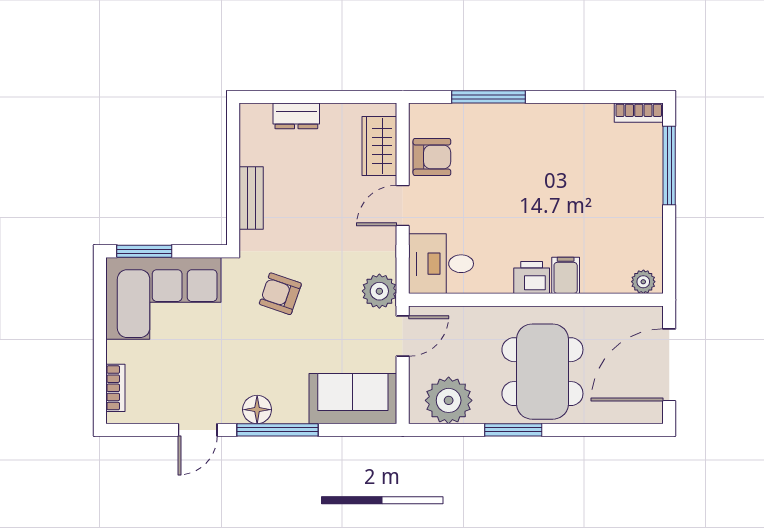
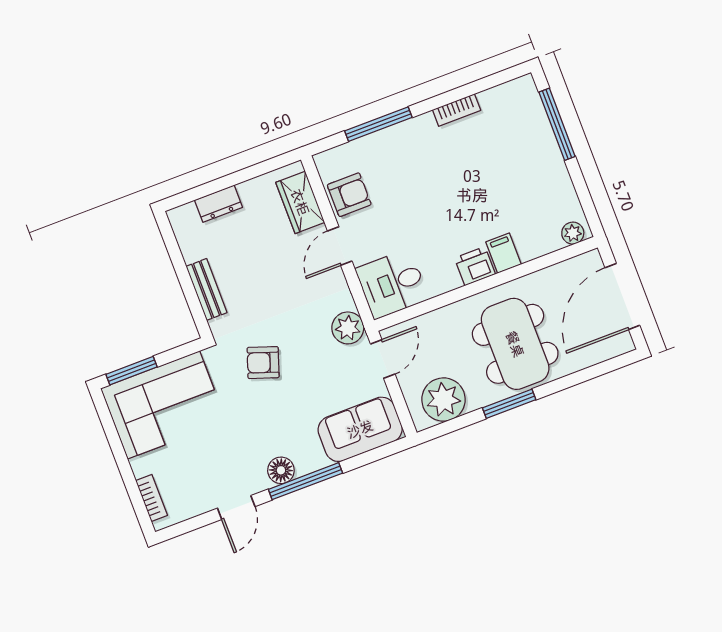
bookcase: (639, 113) -> (457, 110), moved

